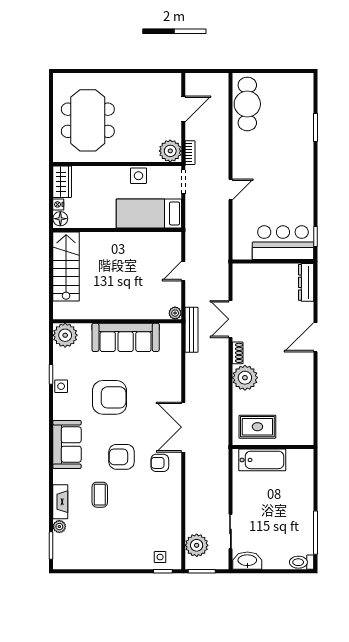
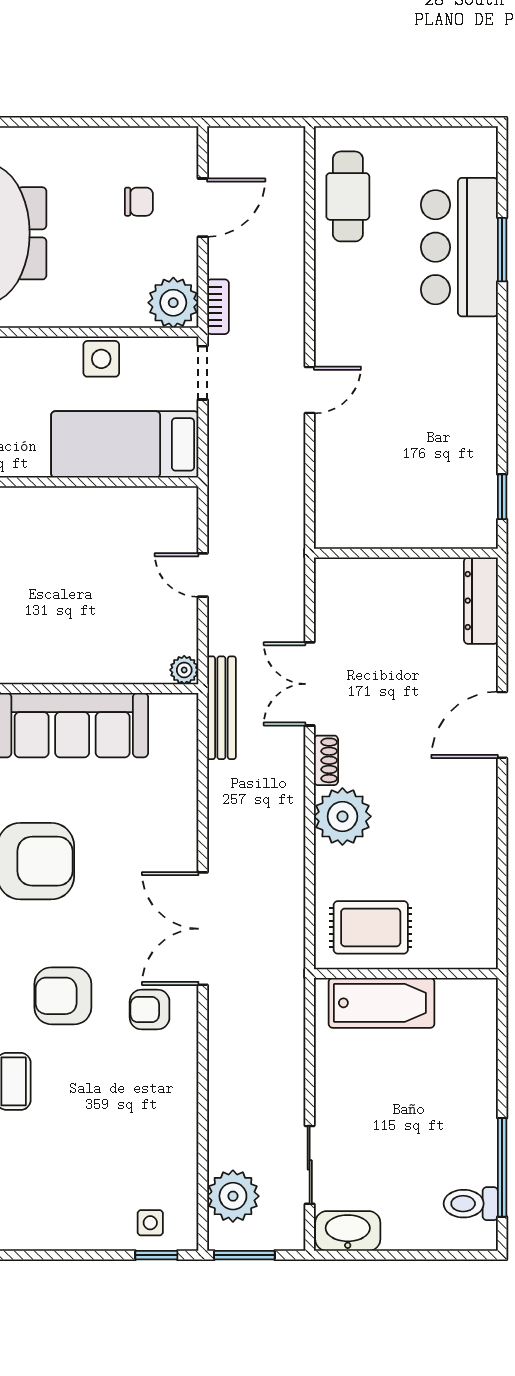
cafe table: (247, 104) -> (348, 196), width x0.73, depth x0.74
chair: (155, 106) -> (139, 202), added
bar counter: (283, 243) -> (459, 247), moved, turned -90
door: (183, 271) -> (203, 575), hinge flipped
toilet: (302, 562) -> (471, 1204), moved

